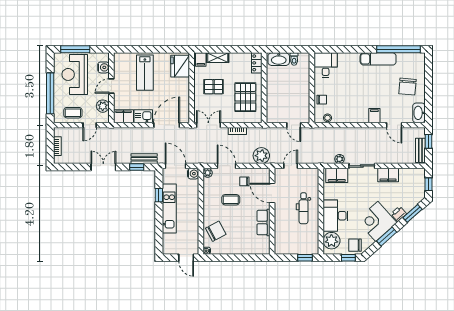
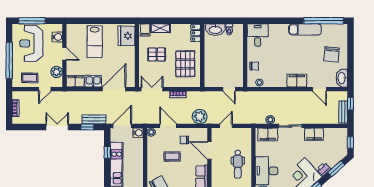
door: (111, 86) -> (64, 54), swing flipped
filing cabinet: (374, 116) -> (297, 81), width x2.00
door: (176, 166) -> (122, 126), hinge flipped

